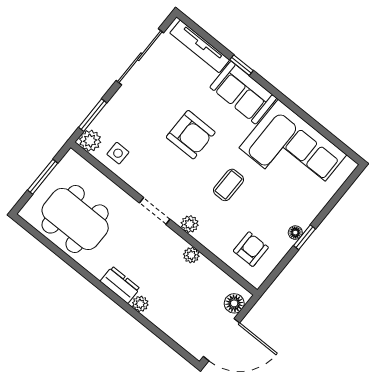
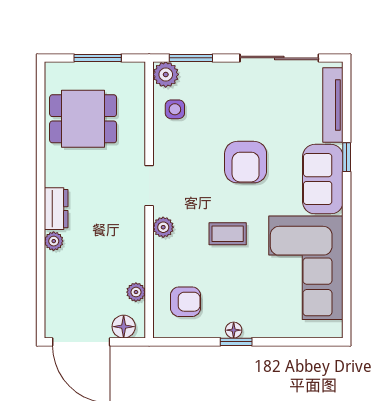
dining table: (75, 219) -> (83, 119), width x0.73
plant: (191, 255) -> (136, 292), moved

